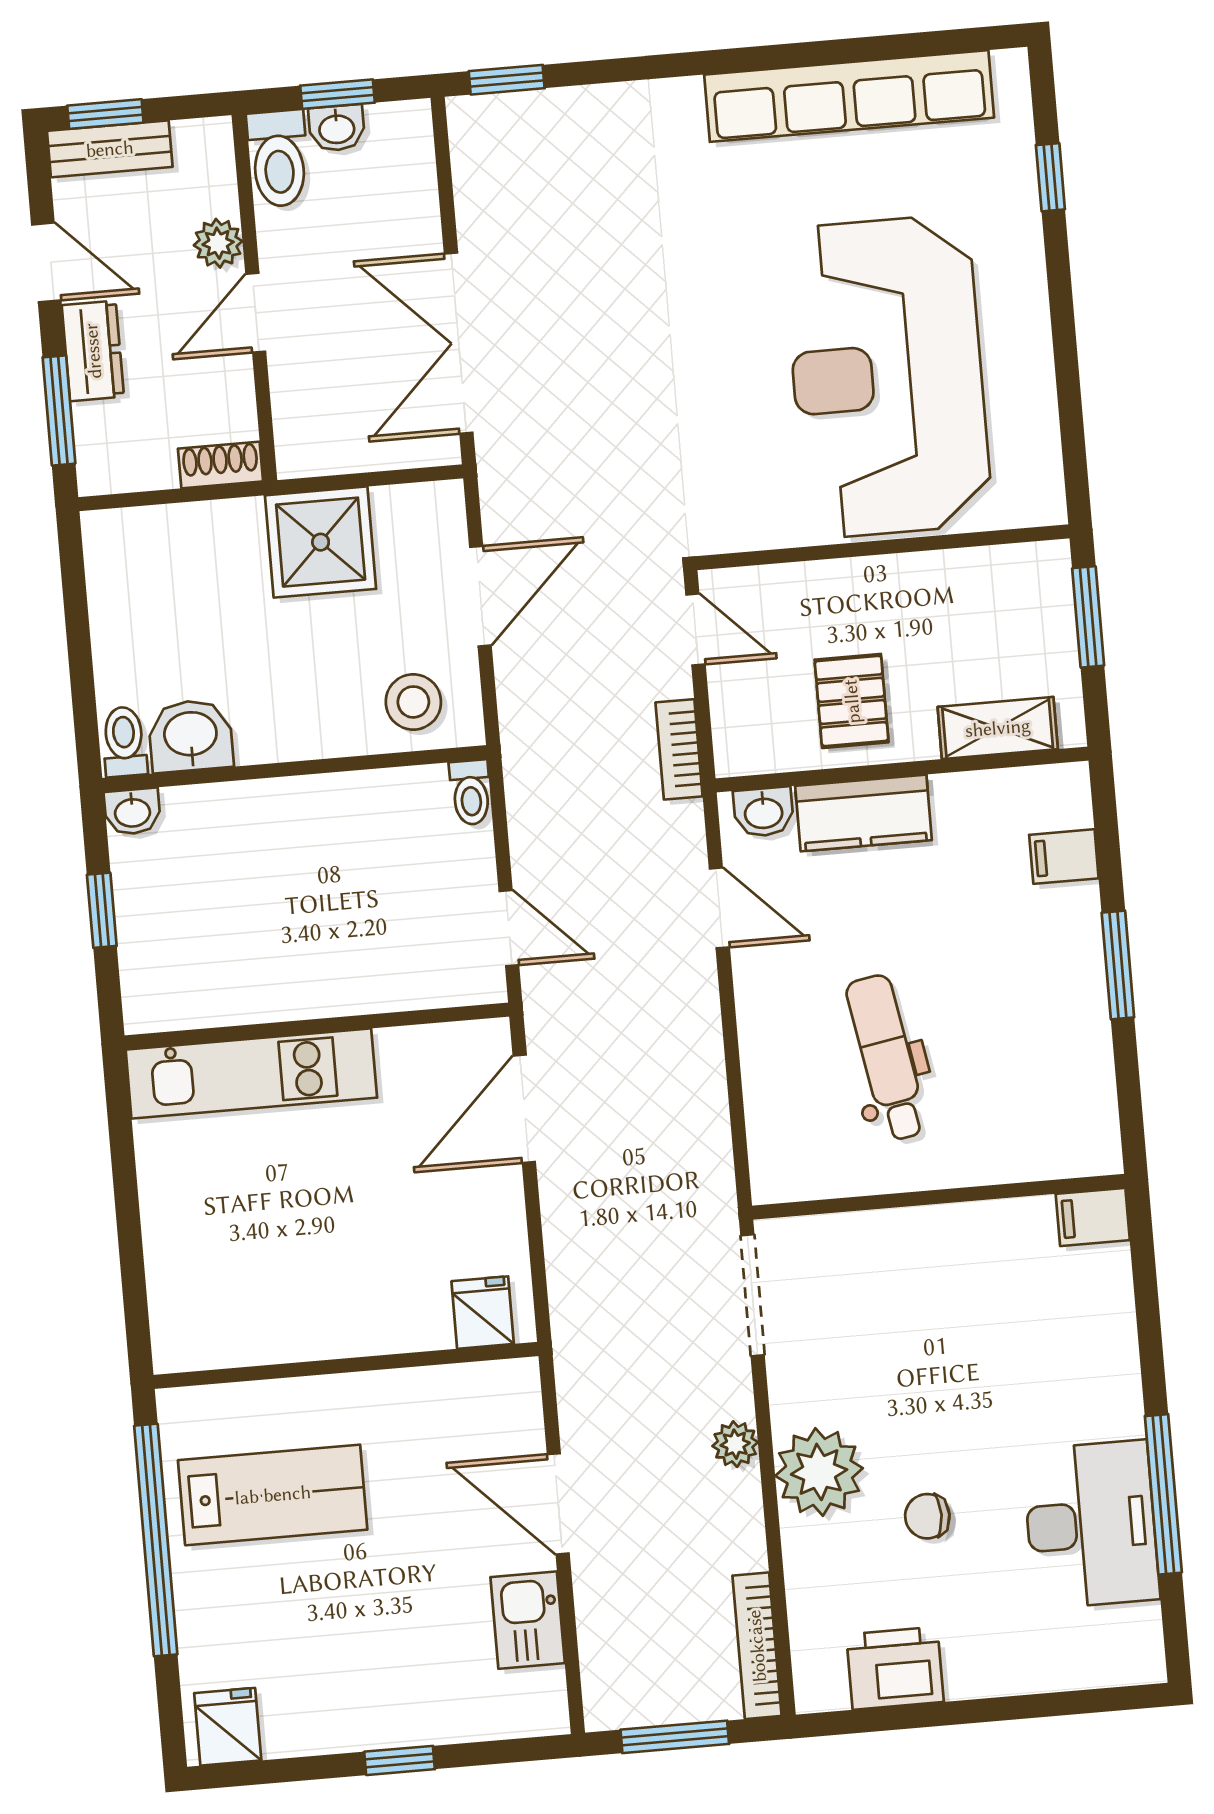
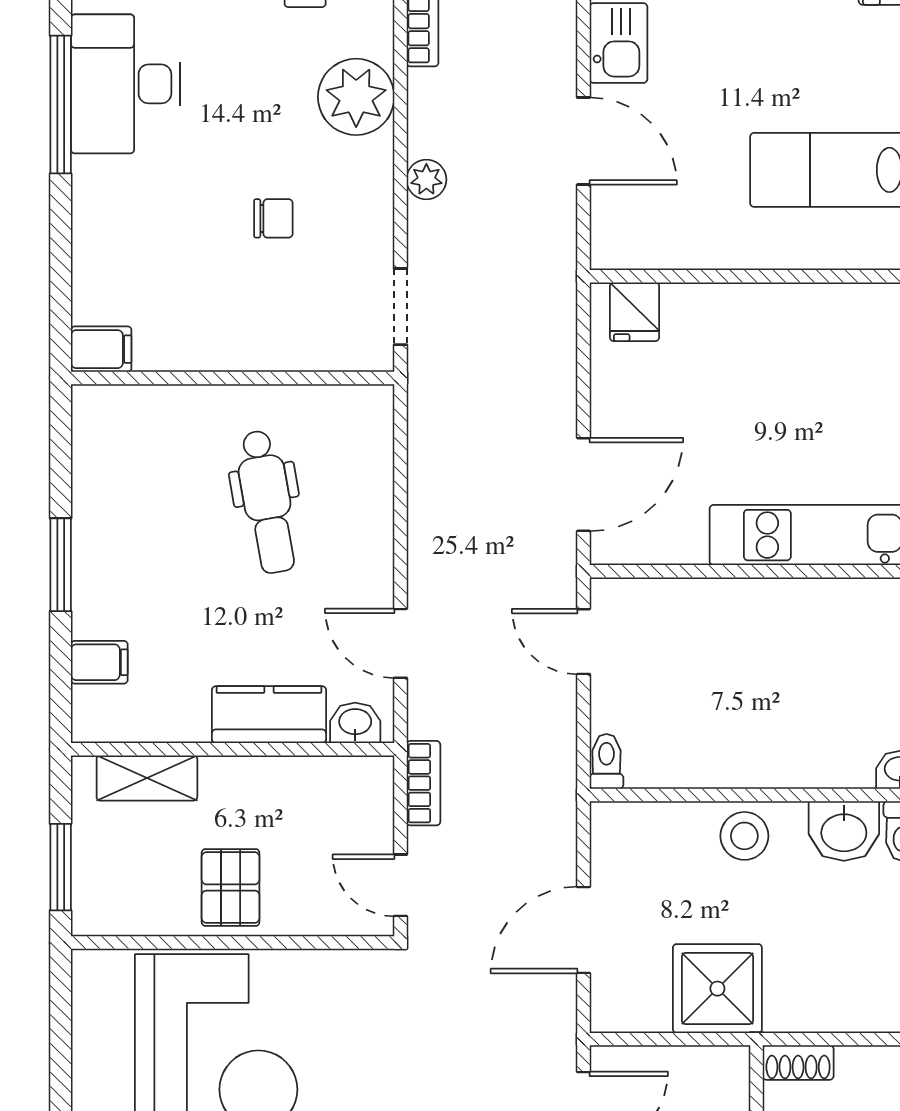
pallet: (852, 701) -> (231, 887), moved
stool: (413, 702) -> (744, 836), moved
doorway: (753, 1295) -> (400, 307), width x0.73
plant: (819, 1472) -> (356, 97), moved
chair: (927, 1516) -> (273, 218), moved

